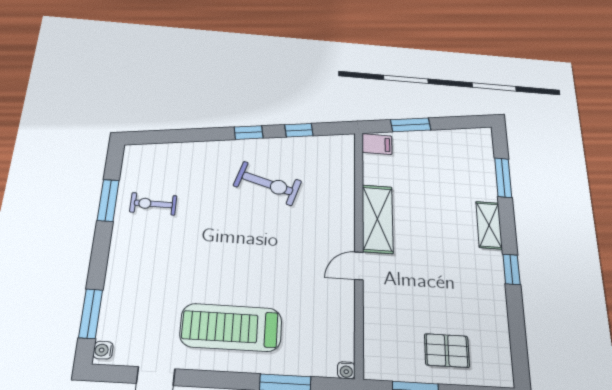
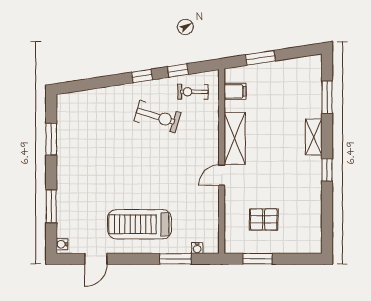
filing cabinet: (377, 144) -> (235, 91), moved
exercise bike: (153, 204) -> (193, 92), moved
window: (91, 314) -> (51, 206), moved
pallet: (447, 350) -> (264, 219), moved
water cooler: (346, 370) -> (197, 248), moved

